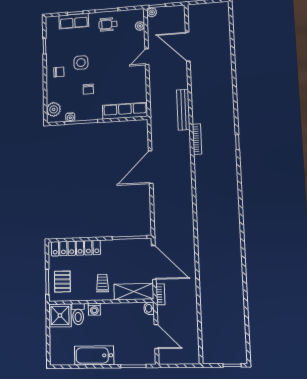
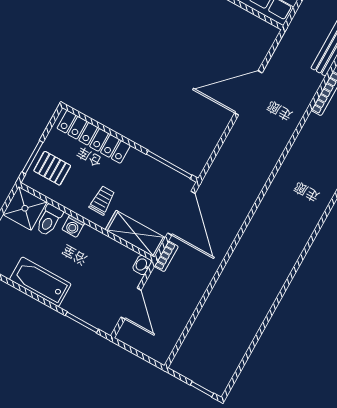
pallet: (62, 282) -> (52, 168), turned 90

